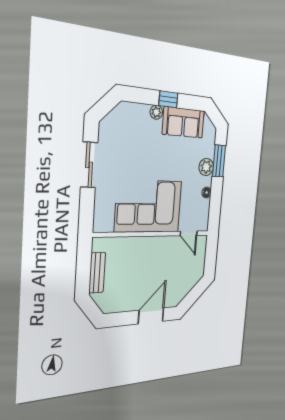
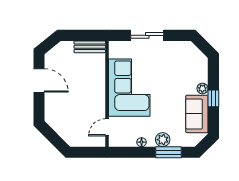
sliding door: (89, 165) -> (147, 35), moved
bench: (97, 273) -> (90, 47), moved
door: (151, 316) -> (39, 80), moved

